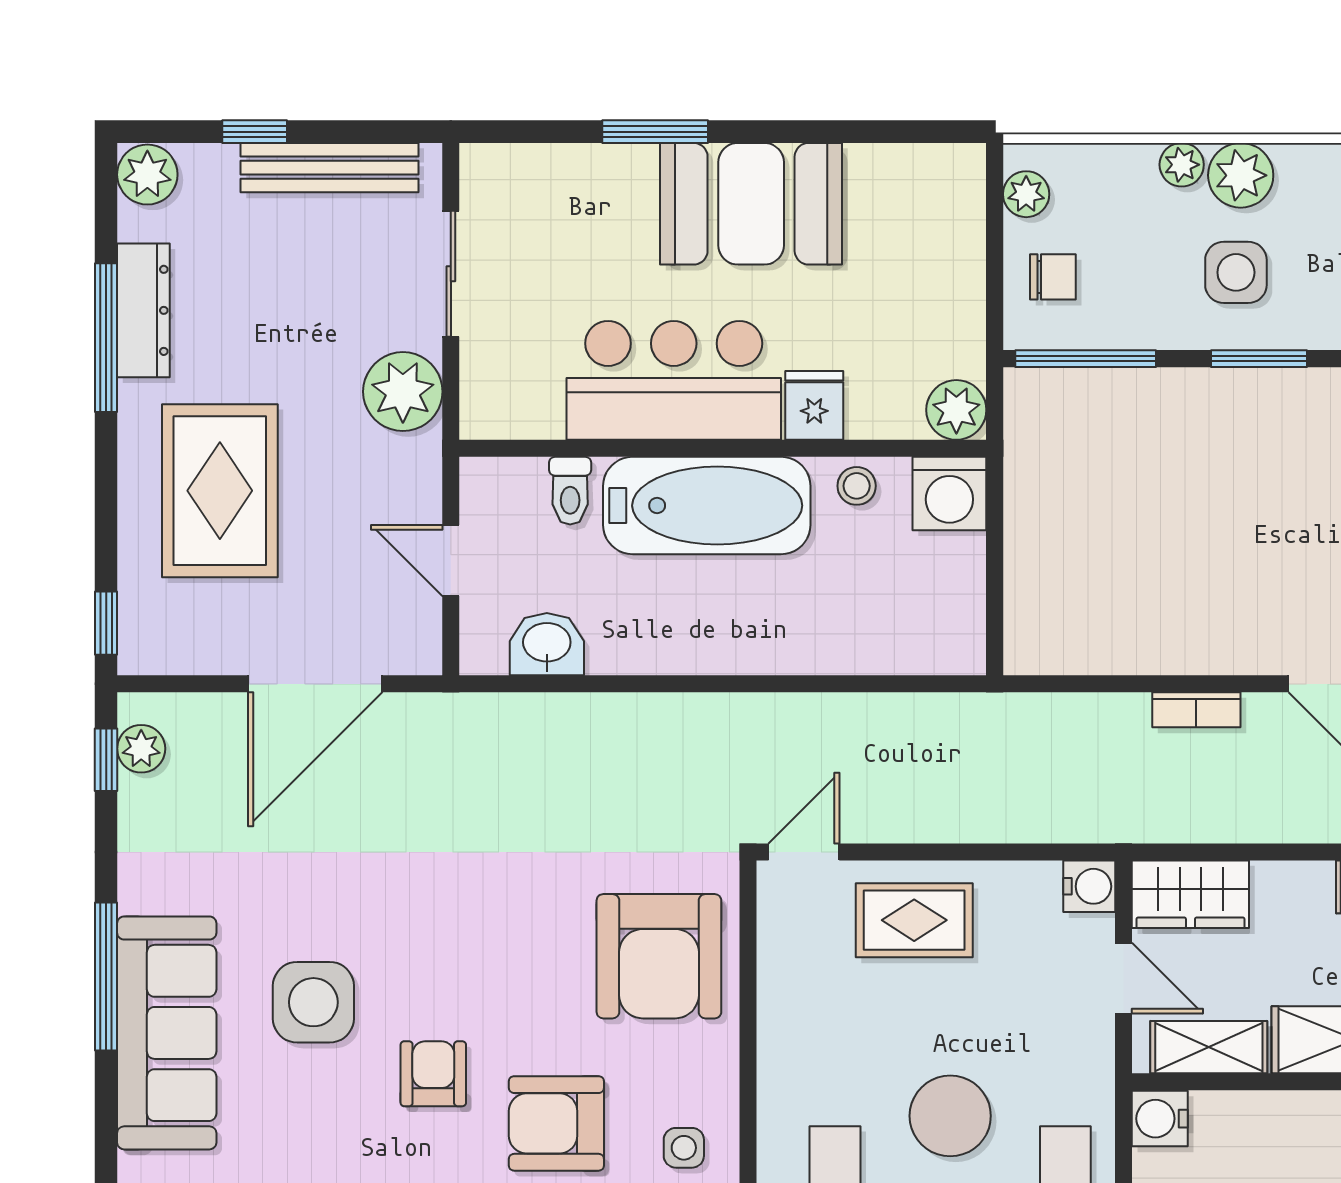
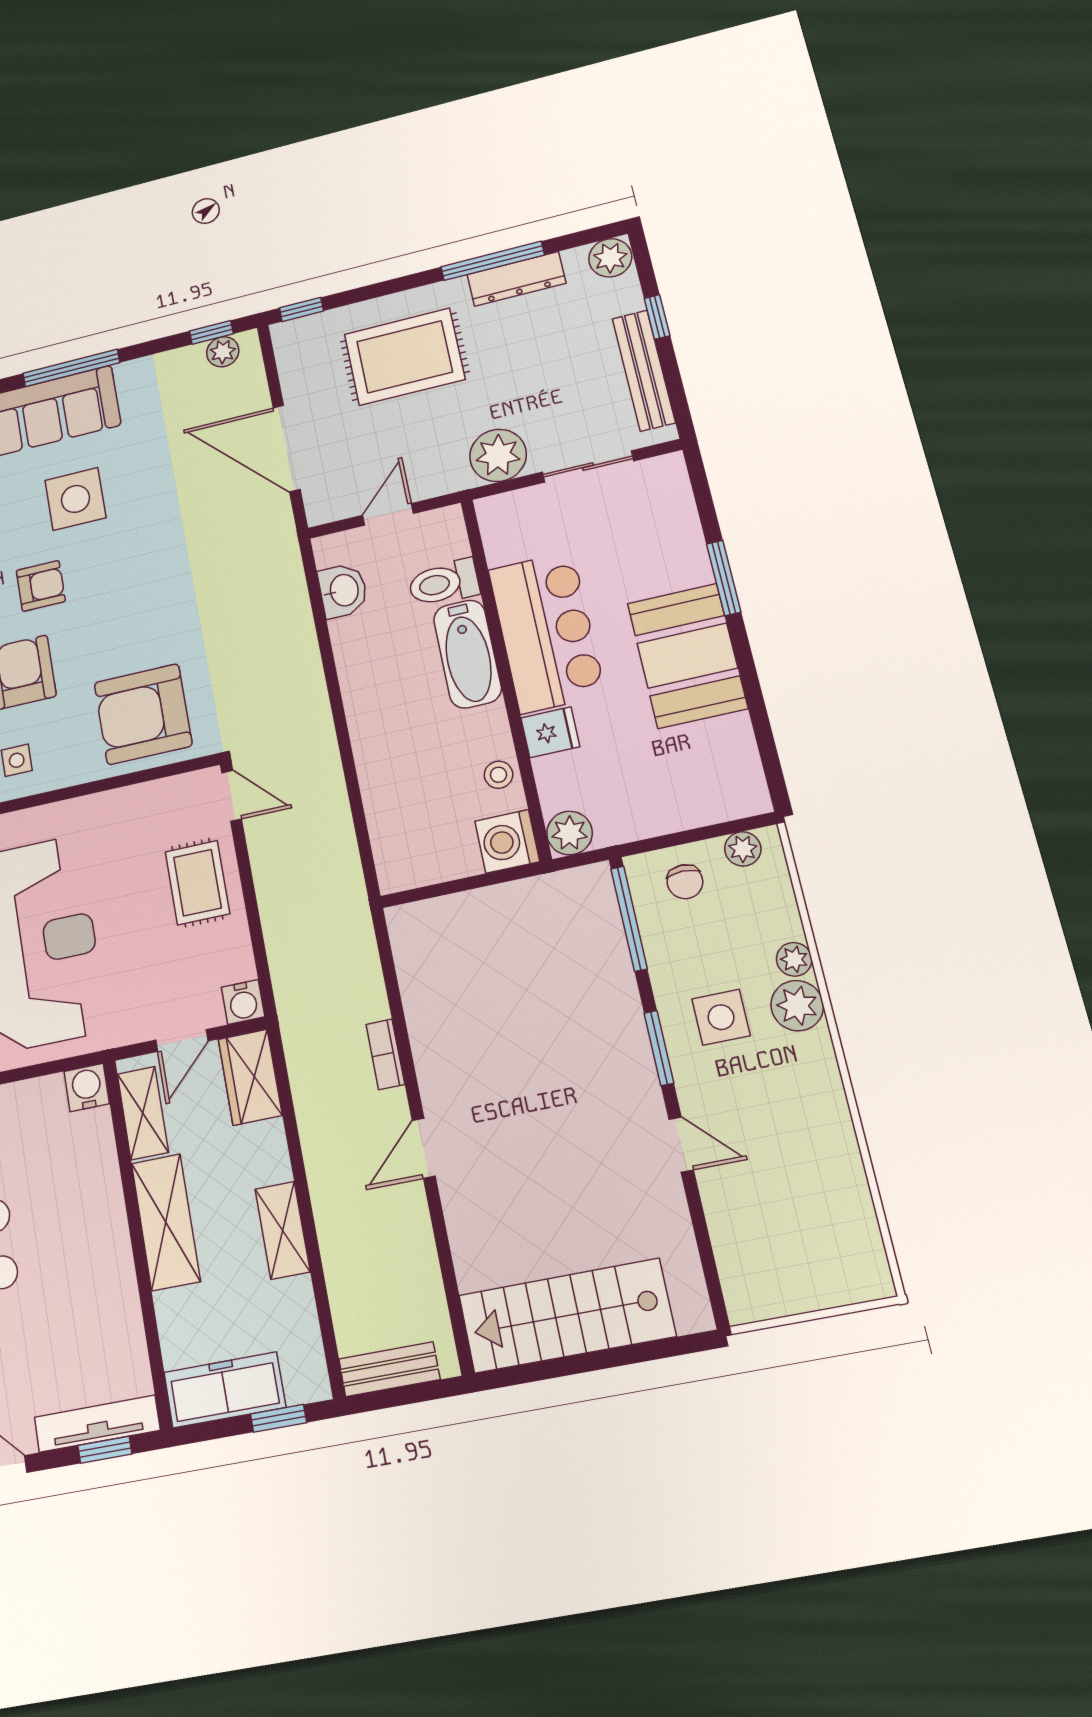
toilet: (570, 491) -> (444, 583), width x1.37, depth x1.39
bathtub: (707, 506) -> (467, 654), width x0.73, depth x0.73

